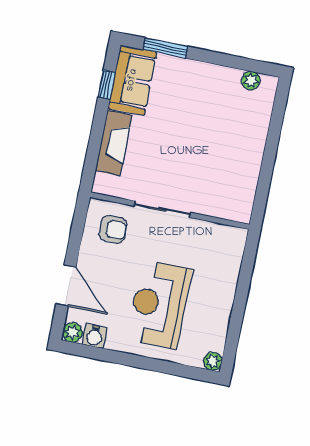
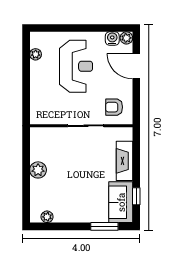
plant: (250, 156) -> (38, 170), added
plant: (213, 361) -> (36, 54), moved

